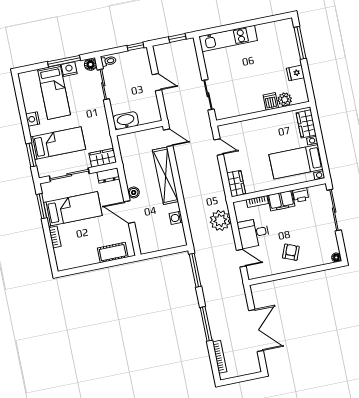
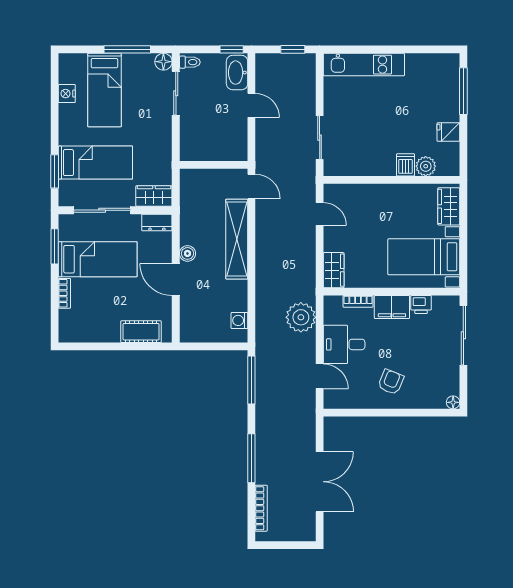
nightstand: (69, 69) -> (132, 62), removed
nightstand: (33, 119) -> (67, 94), moved
washbasin: (126, 121) -> (237, 73), moved, turned -90
washing machine: (176, 218) -> (239, 320), moved

